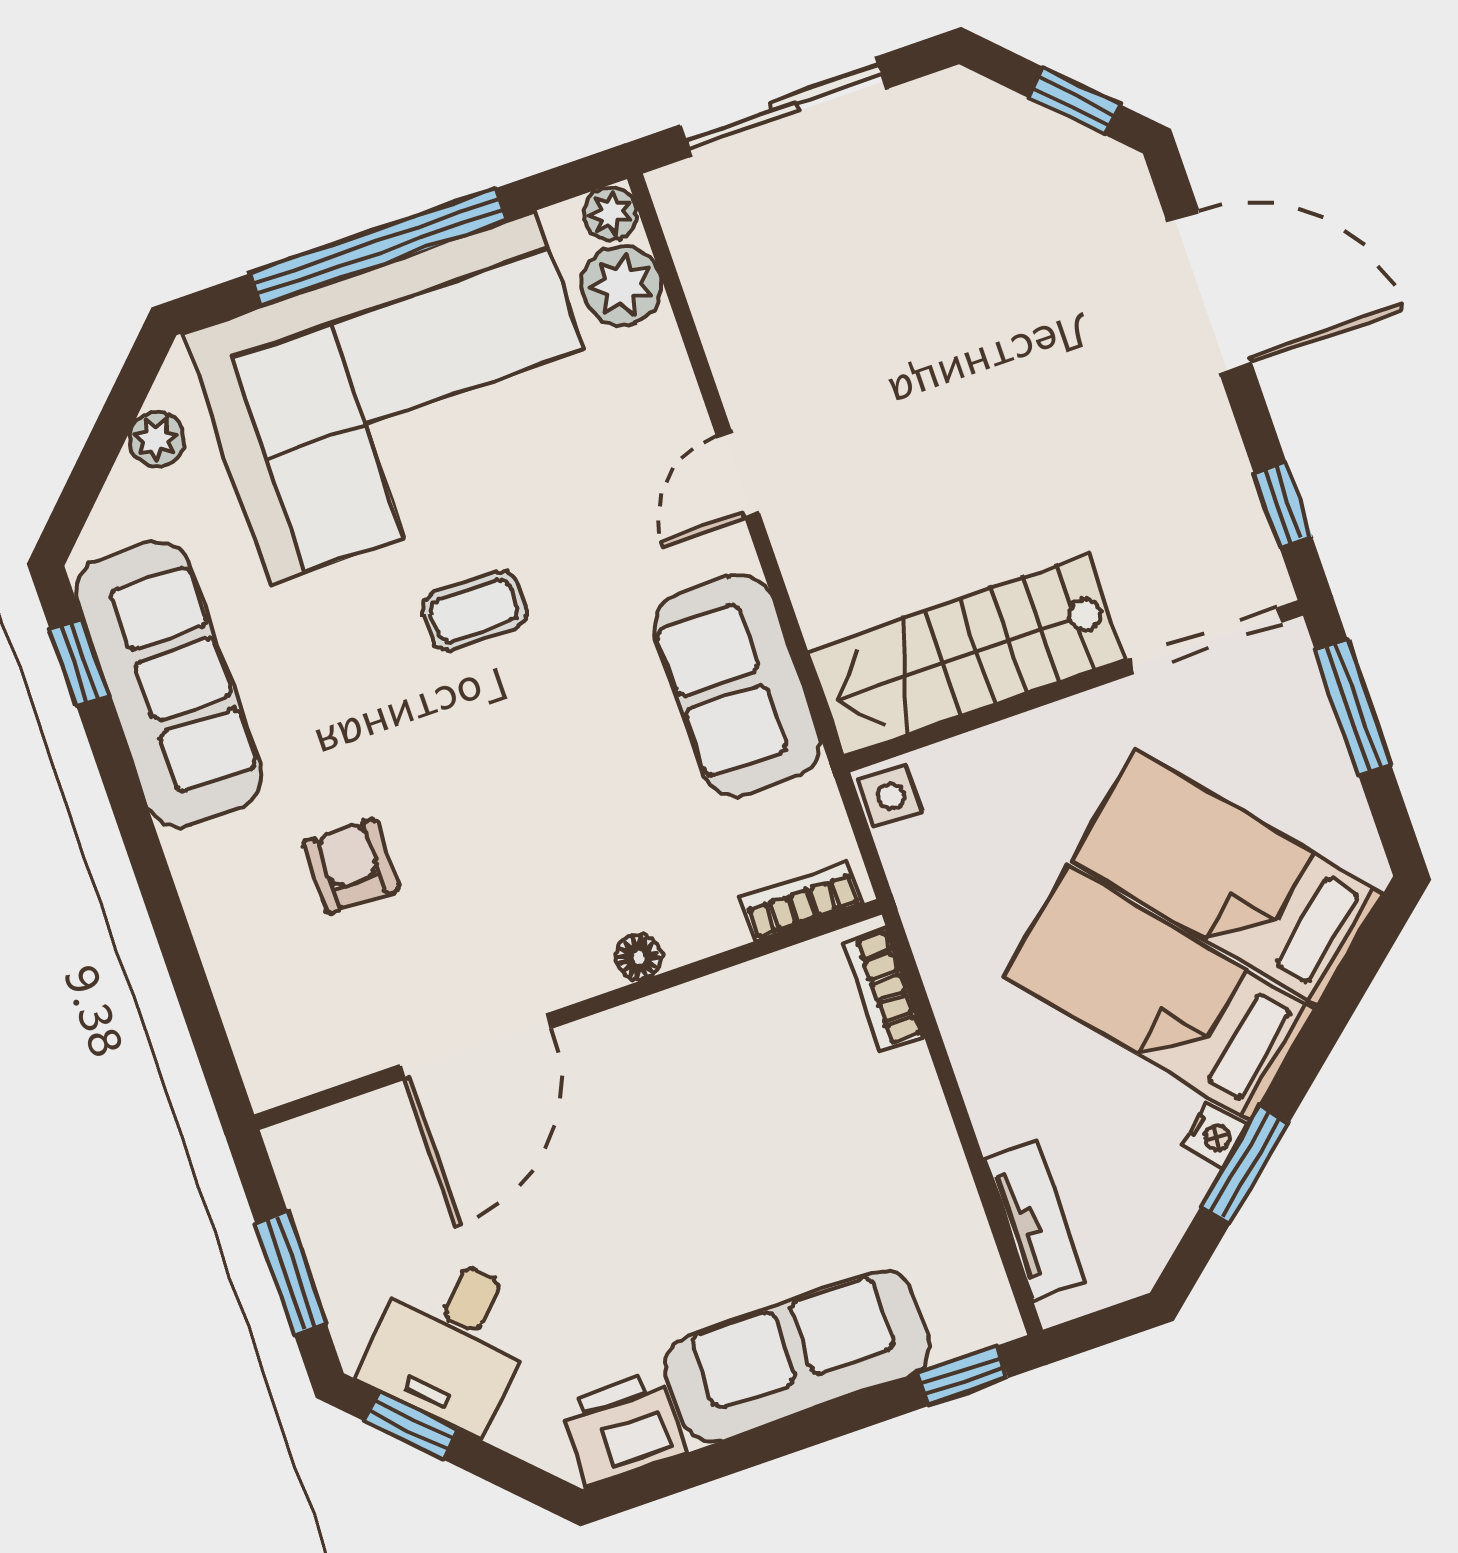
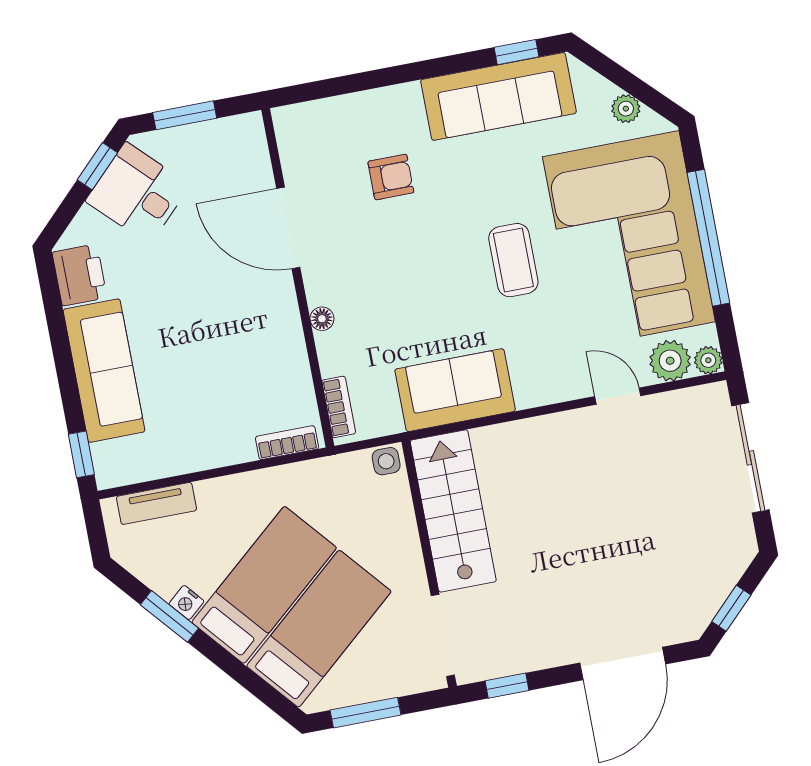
door: (738, 475) -> (618, 396), moved
coffee table: (475, 611) -> (513, 260), width x1.36, depth x1.30
window: (1353, 708) -> (365, 713), moved

